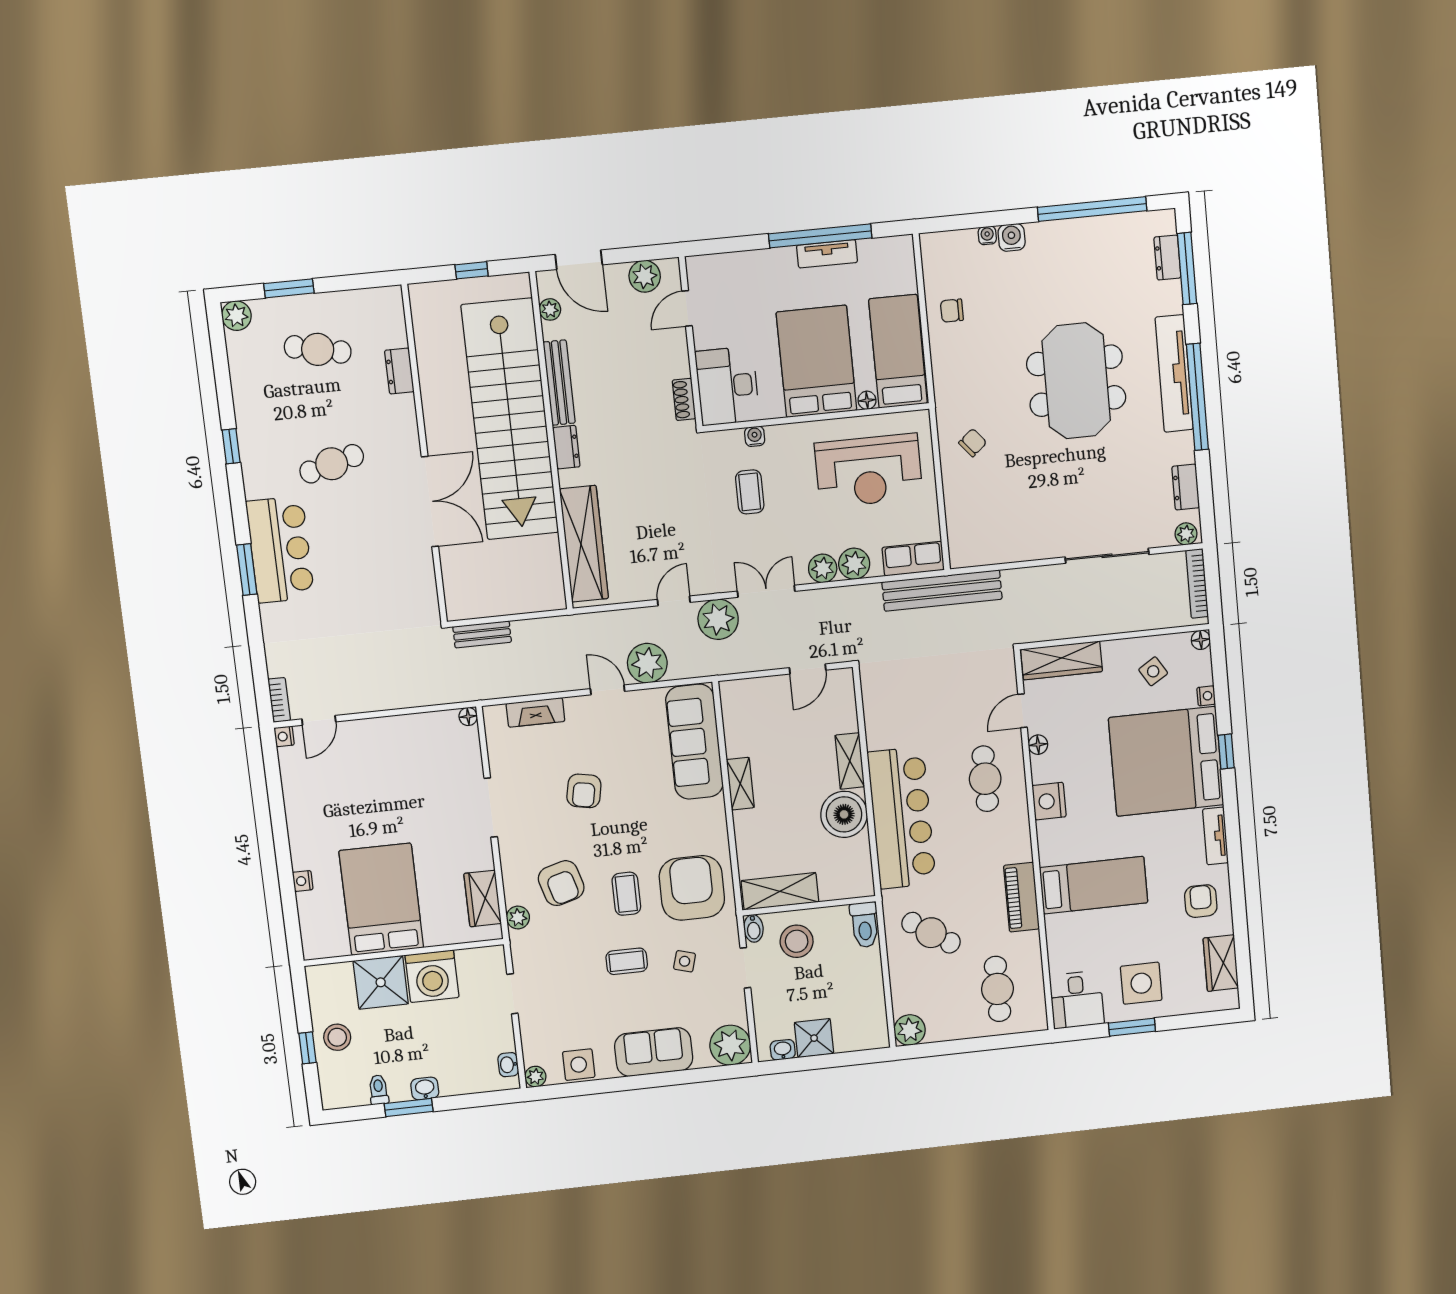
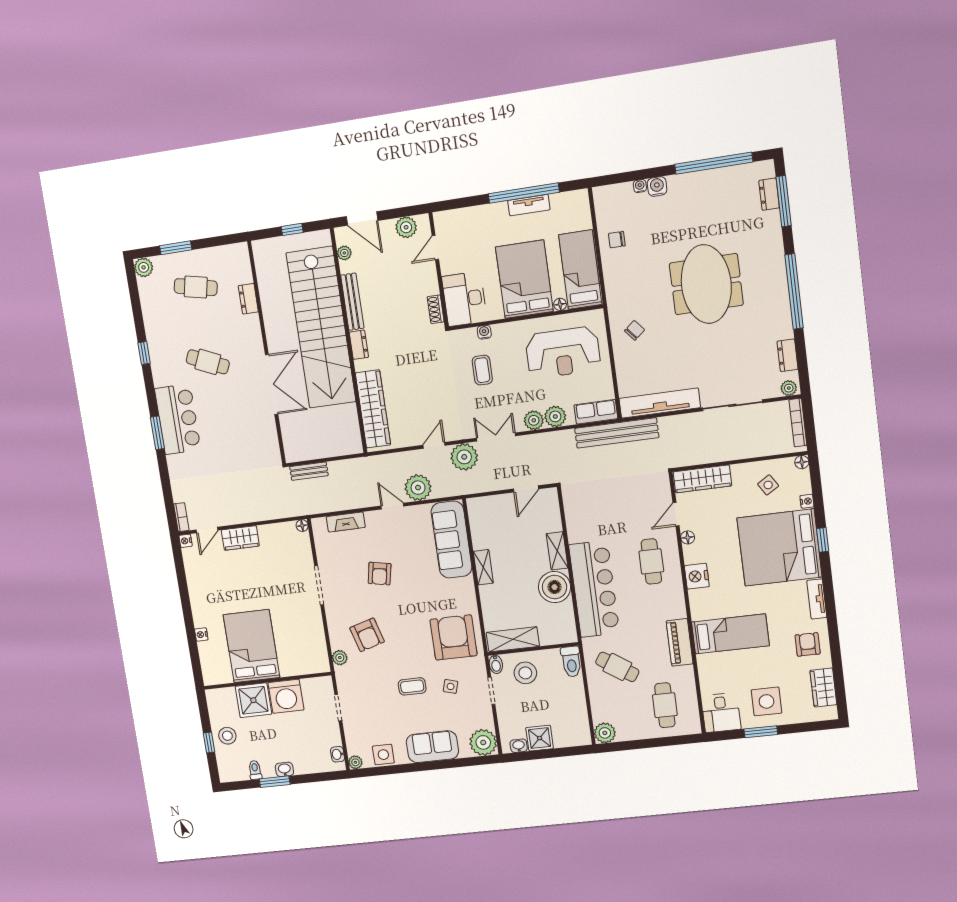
tv unit: (1174, 373) -> (660, 403), moved, turned 90
cafe table: (332, 464) -> (208, 362), turned 39
coffee table: (626, 894) -> (410, 642), removed
wardrobe: (483, 899) -> (240, 538), moved, turned -90

